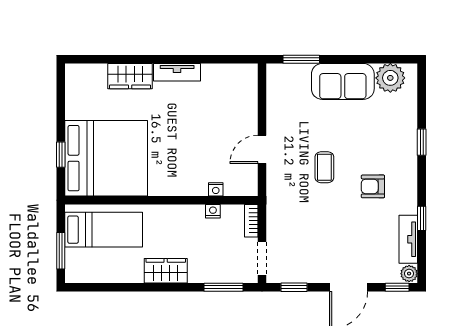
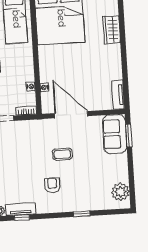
tv unit: (177, 72) -> (118, 95), moved
sofa: (343, 81) -> (115, 134), moved
door: (262, 149) -> (71, 115), width x1.87
window: (422, 218) -> (22, 217), moved

